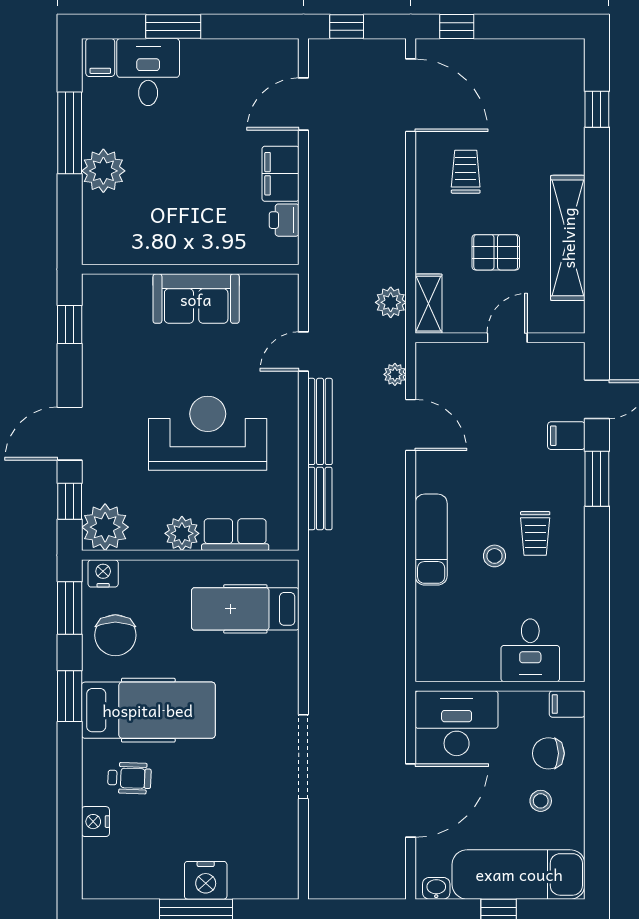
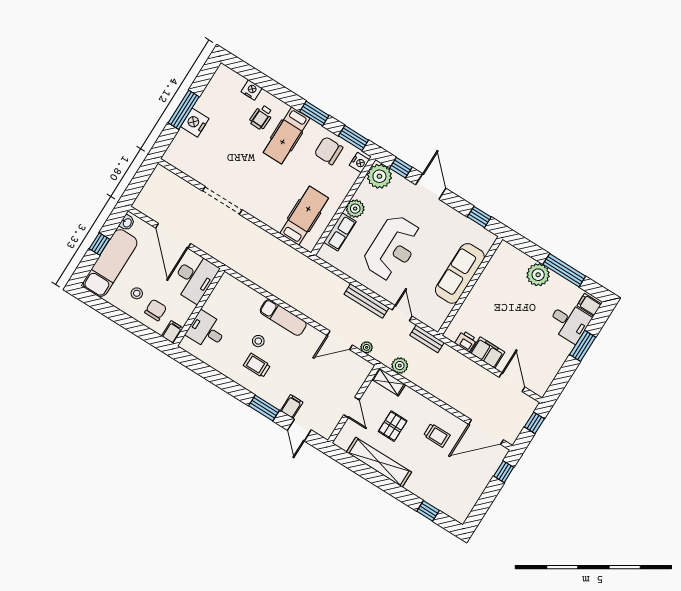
sofa: (196, 299) -> (460, 273), width x1.36
bench: (320, 499) -> (427, 339), moved
hospital bed: (148, 710) -> (287, 135), width x0.73, depth x0.78

